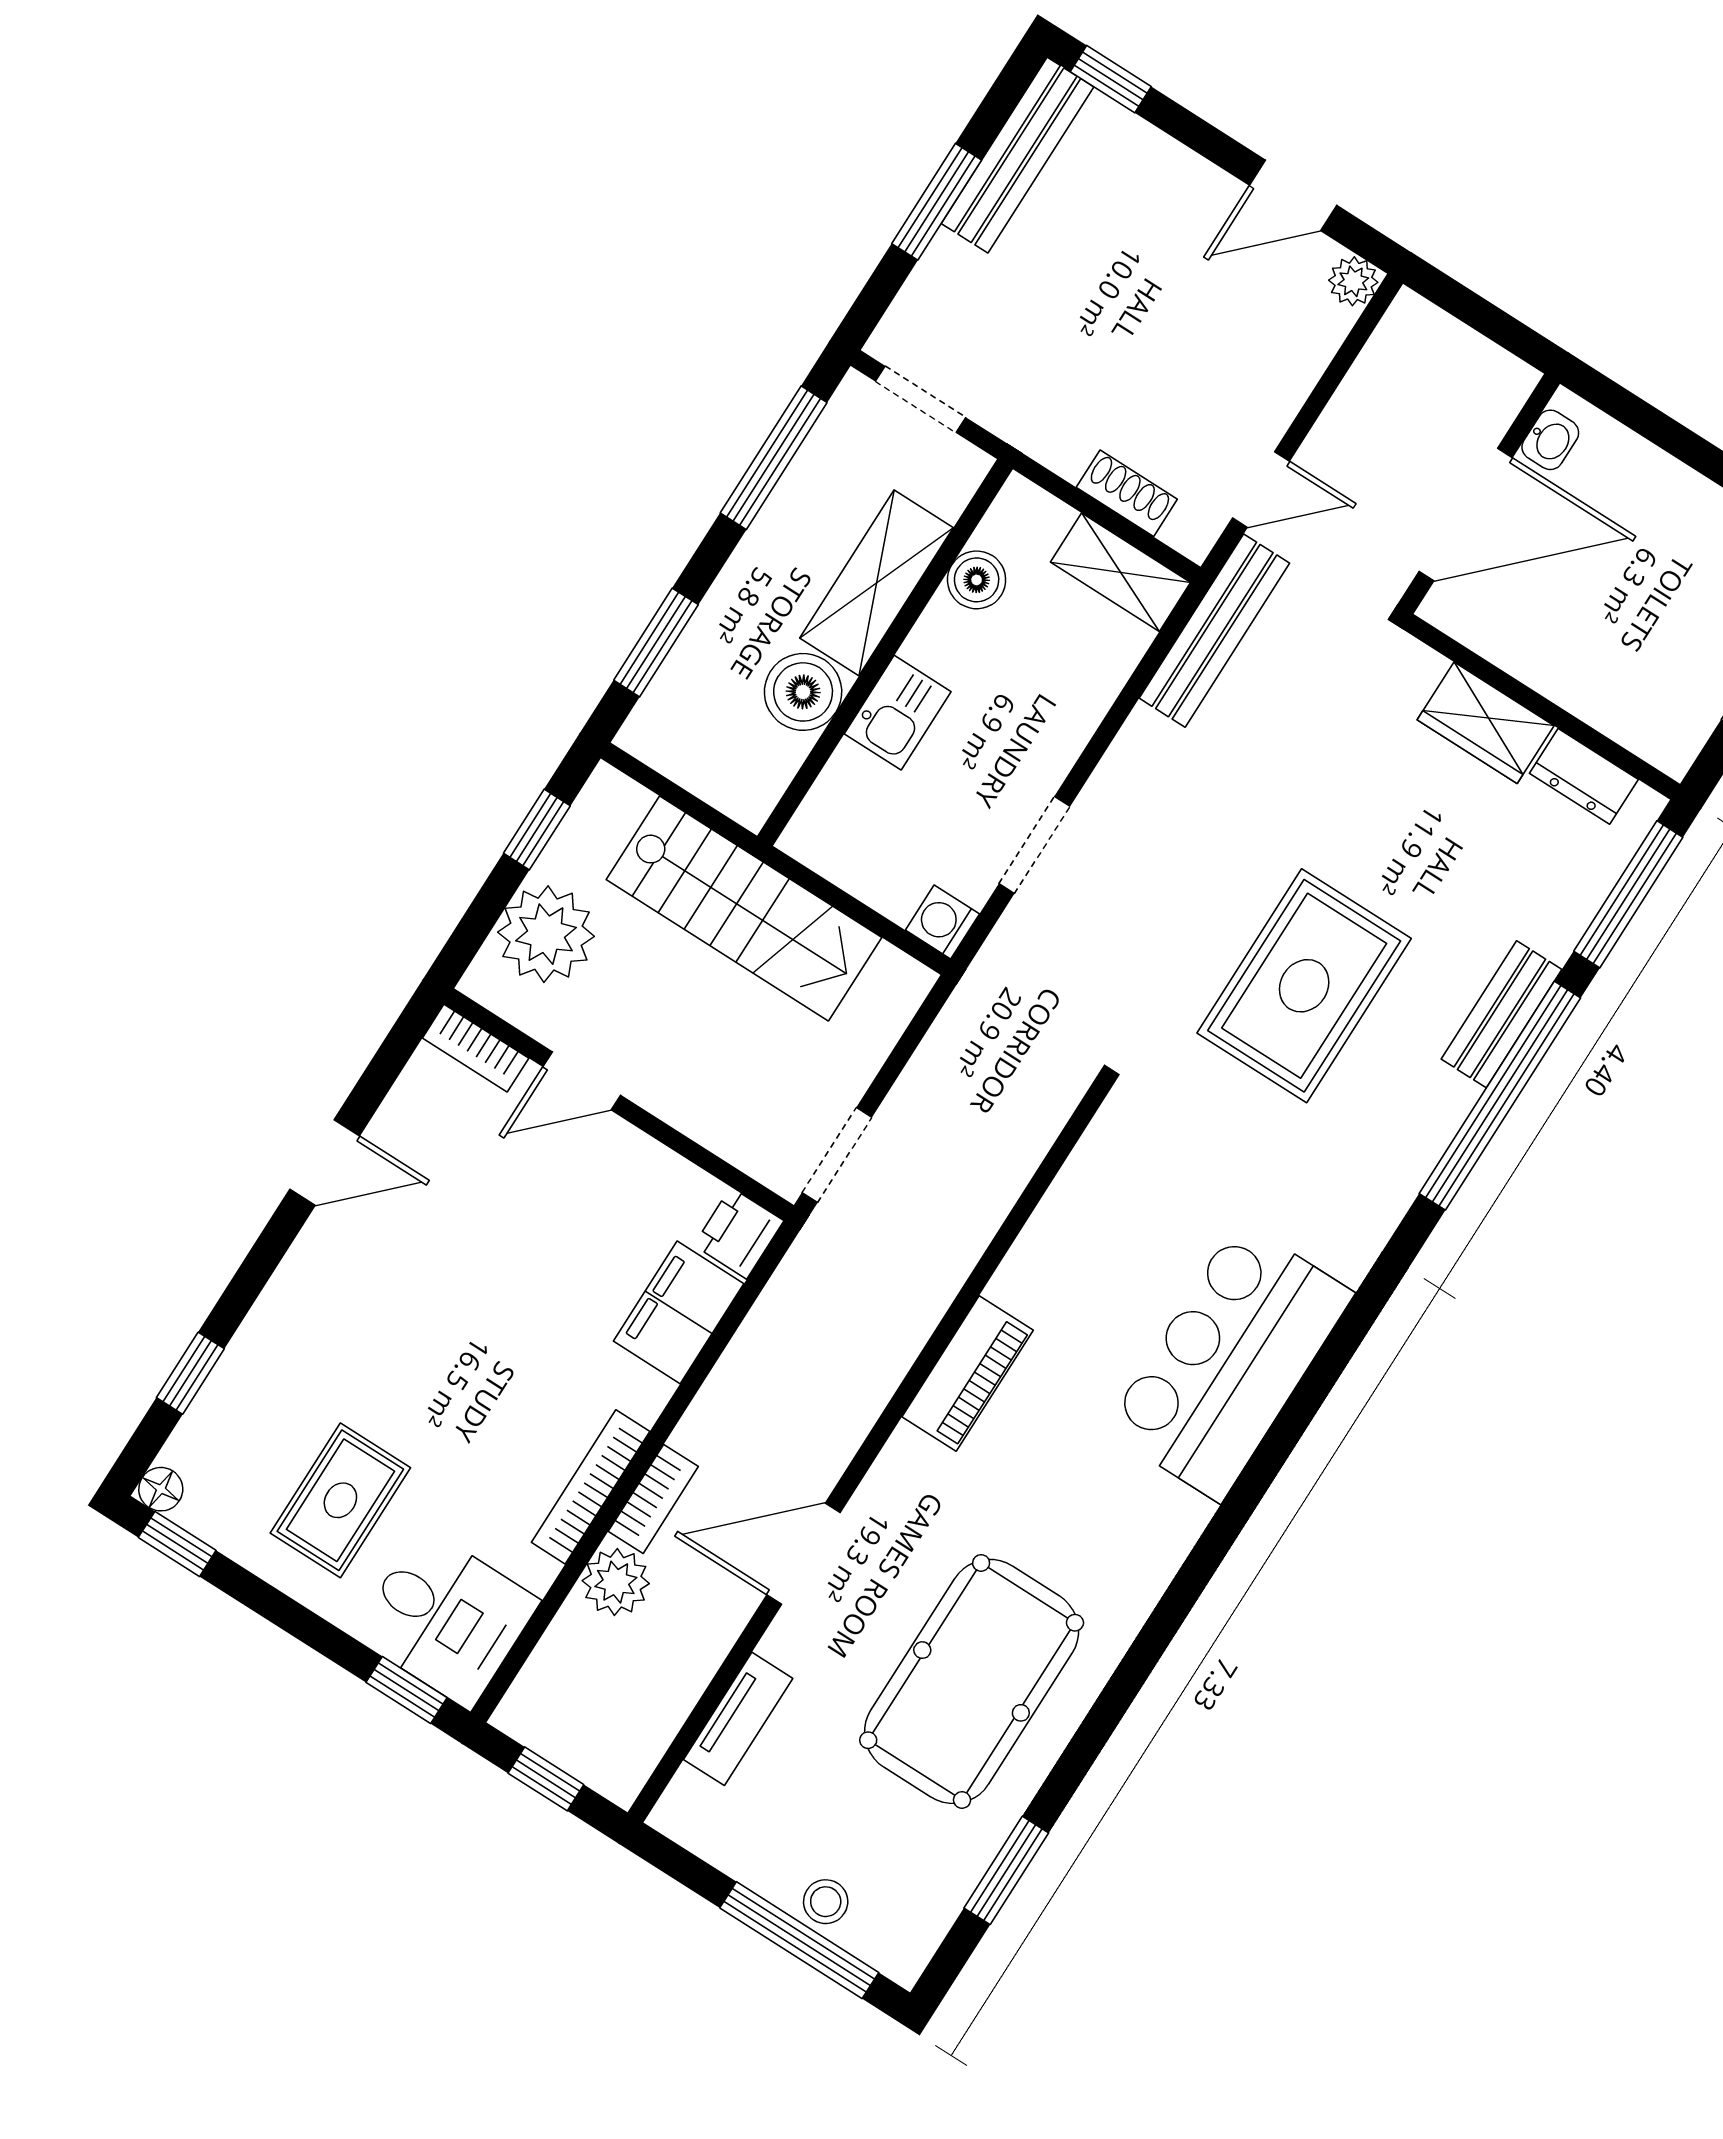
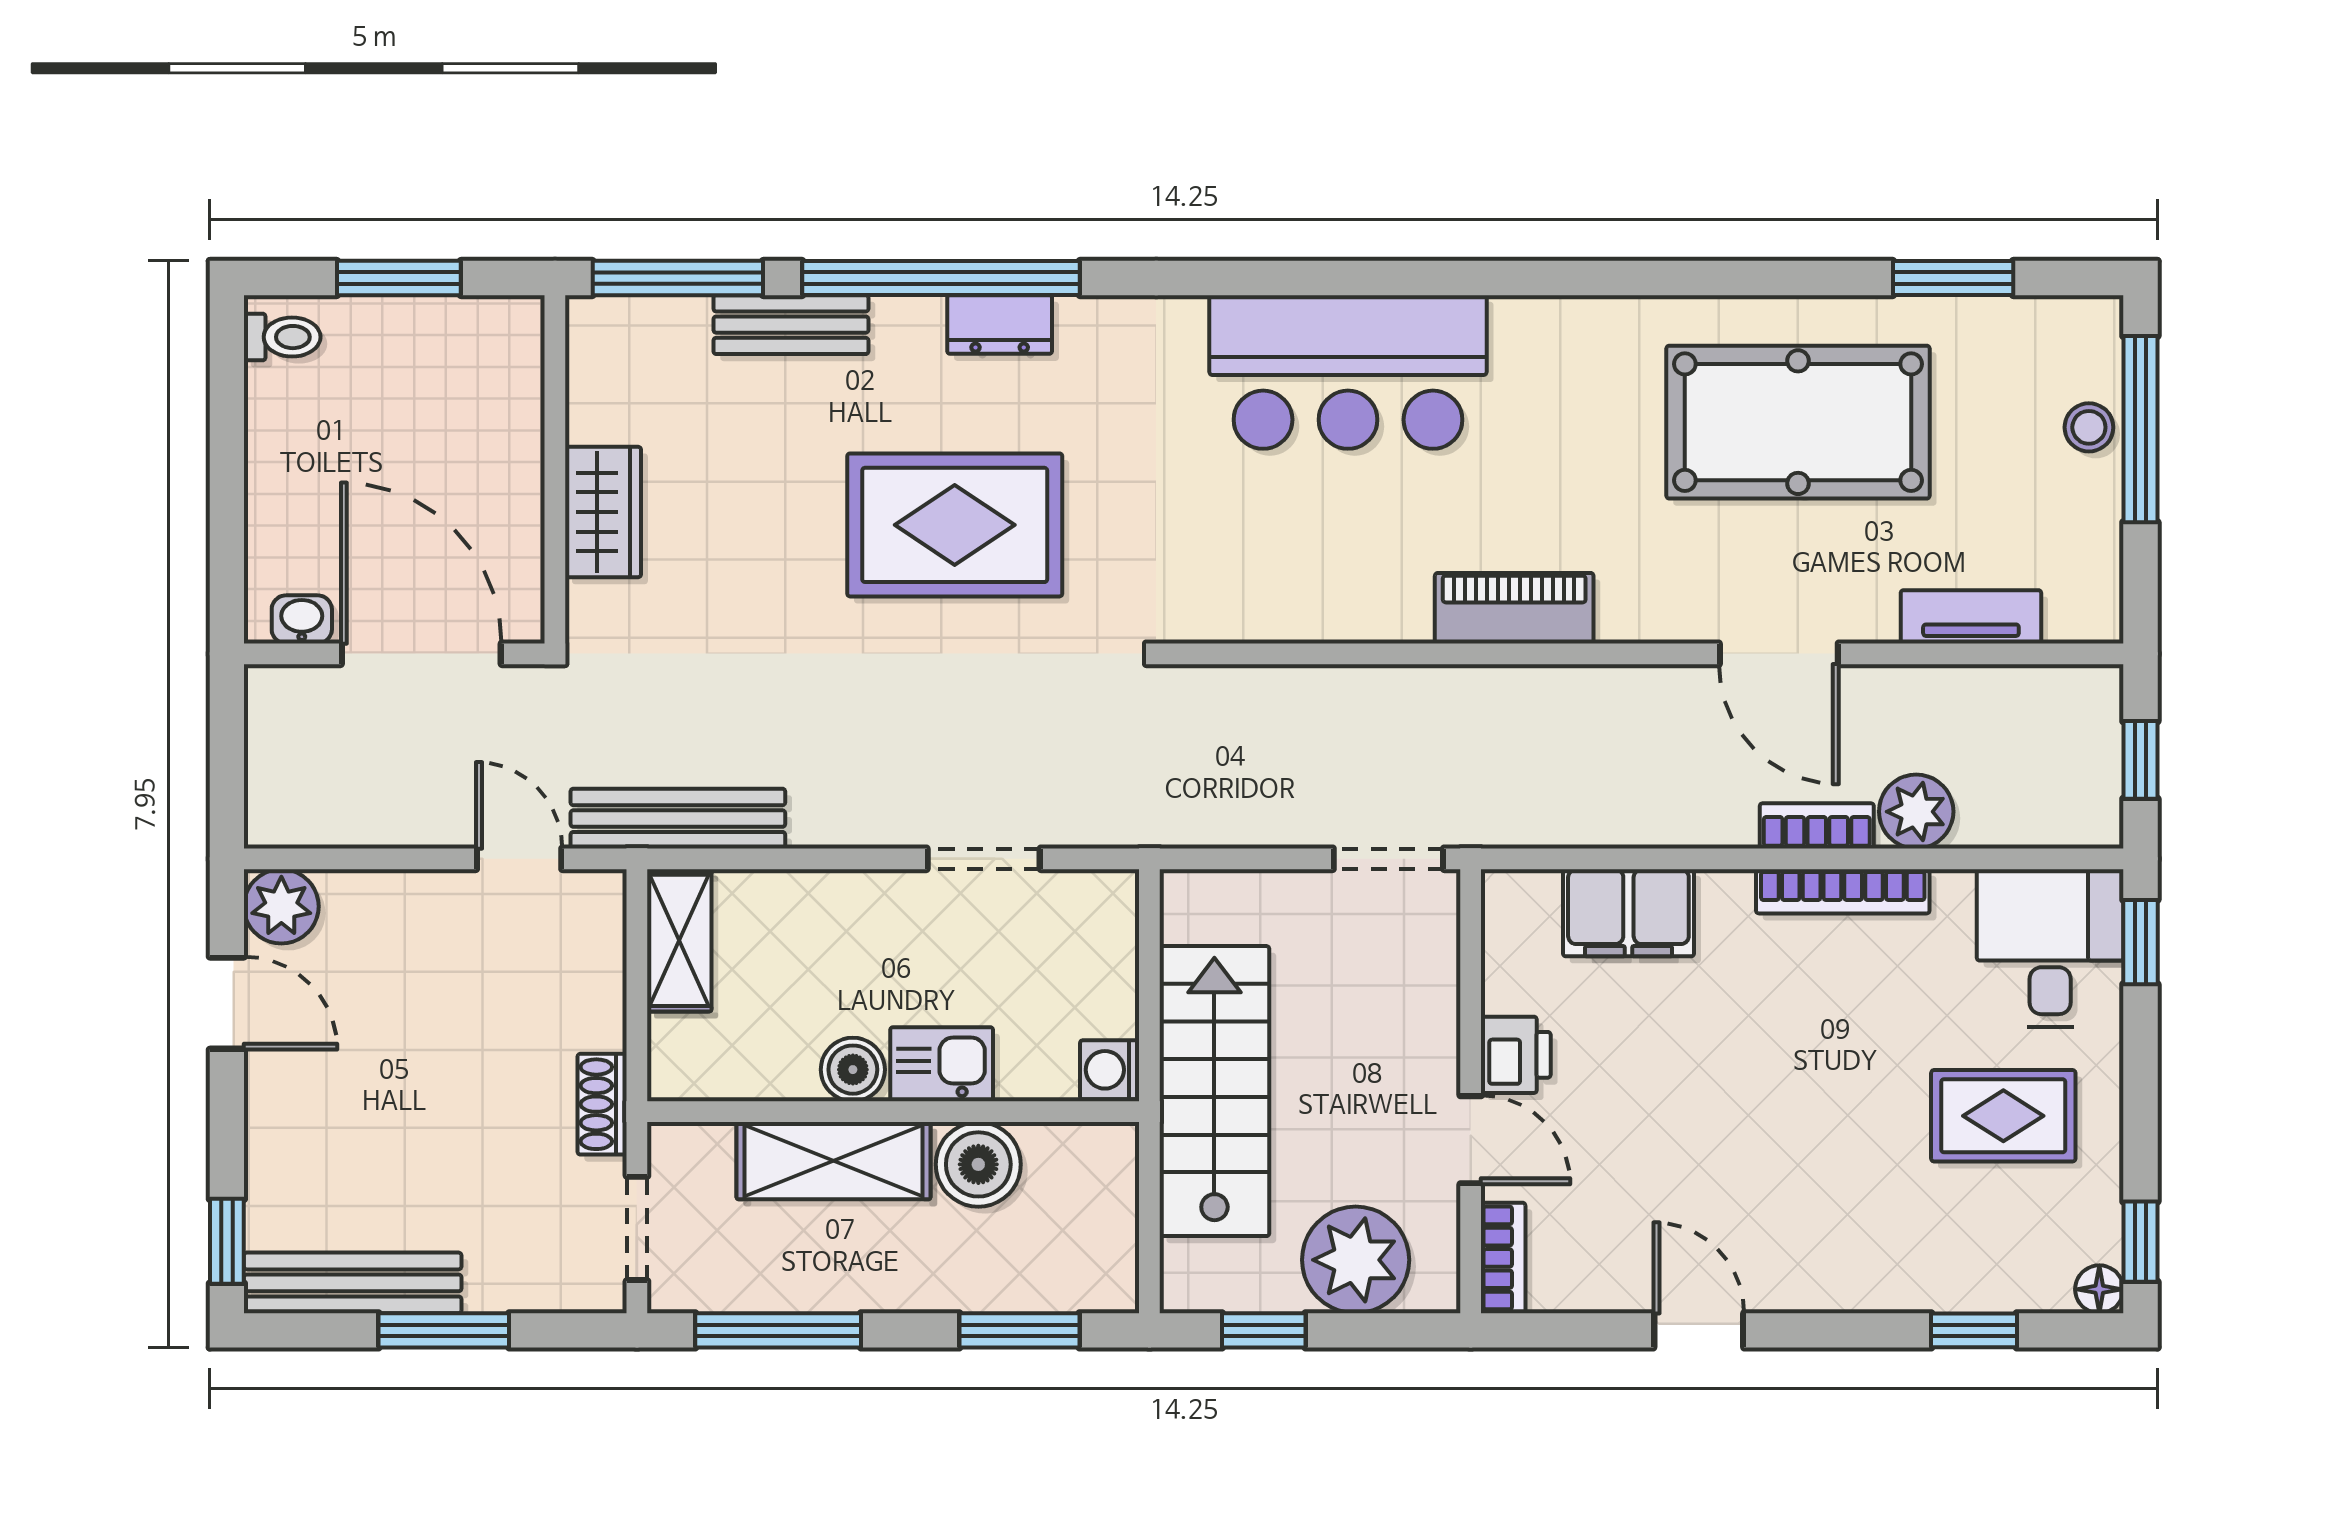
plant: (1353, 281) -> (281, 906), width x1.38, depth x1.38
shoe rack: (1127, 493) -> (602, 1104), moved
boiler: (977, 580) -> (853, 1070), moved
dresser: (1584, 776) -> (1000, 324), moved, turned 90
washing machine: (942, 922) -> (1110, 1070), moved, turned 90
bench: (1502, 1014) -> (791, 325), moved
printer: (739, 1233) -> (1516, 1055), moved, turned -90

